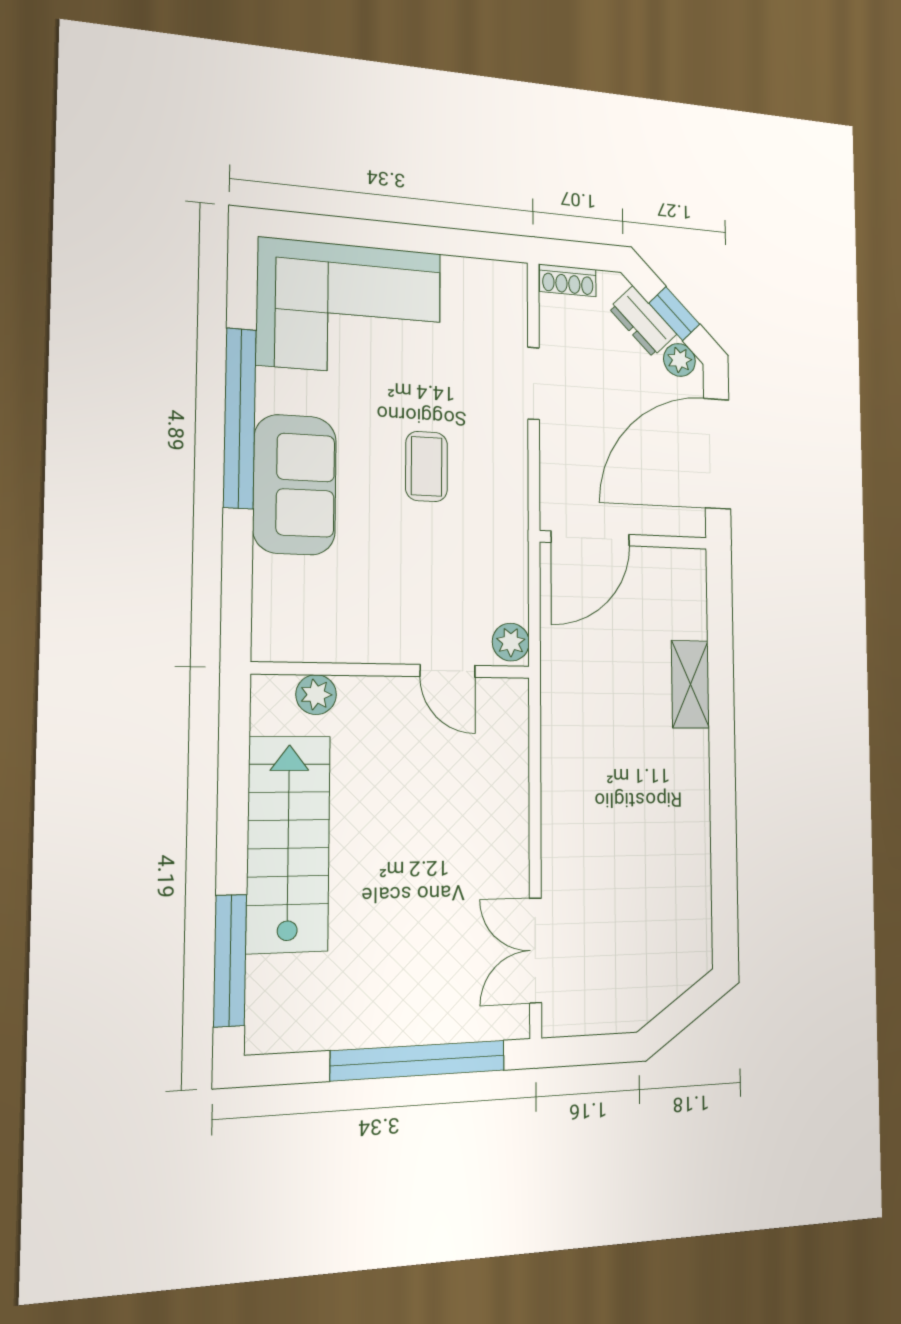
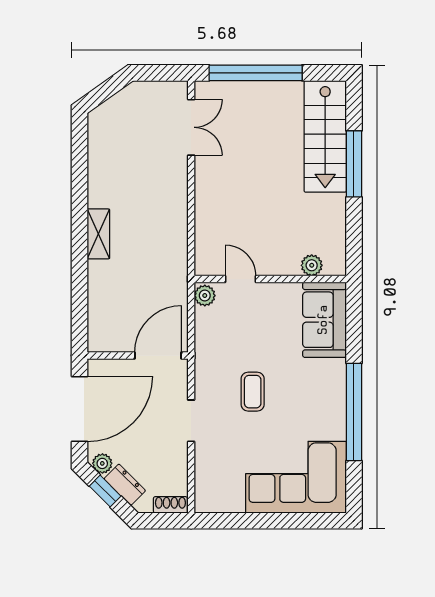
doorway: (534, 383) -> (191, 421), moved
sofa: (295, 485) -> (324, 320), moved
shelving: (690, 684) -> (98, 234), moved
stairs: (288, 844) -> (325, 136), moved
window: (230, 960) -> (354, 164), moved

